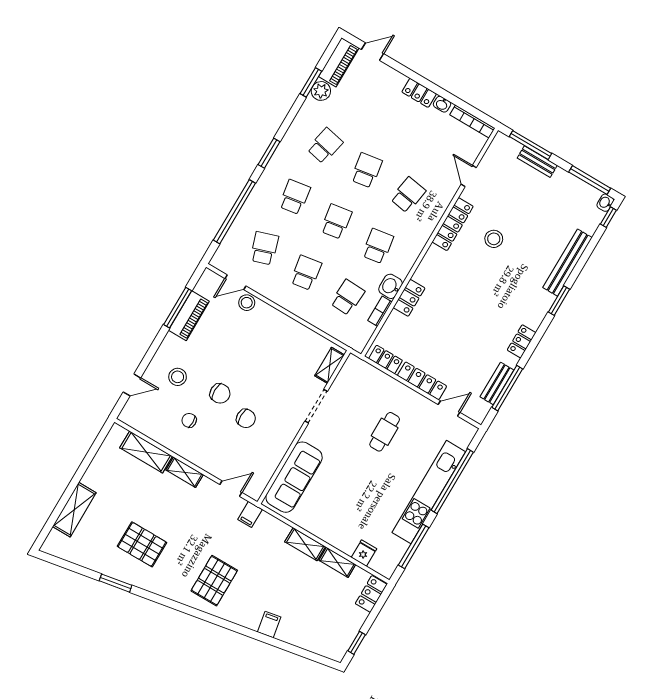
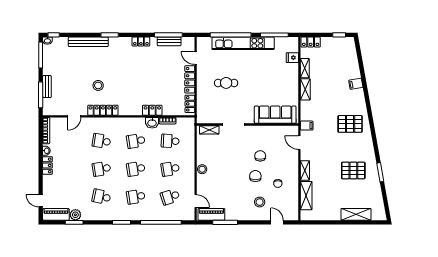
stool: (247, 303) -> (202, 169), moved
piano: (189, 316) -> (211, 214), moved
pallet: (142, 544) -> (353, 170), turned 90

